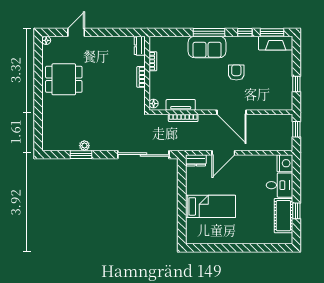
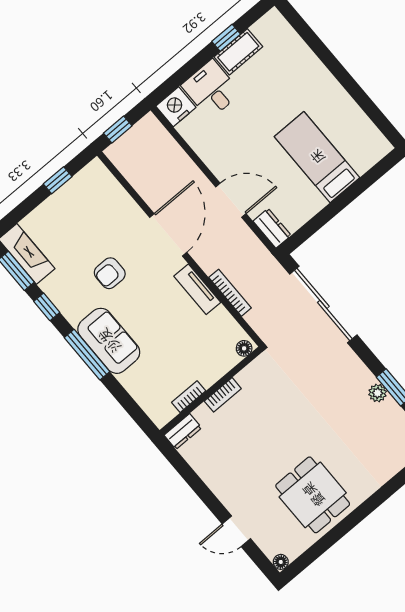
tv unit: (181, 105) -> (197, 289), moved
cot: (283, 216) -> (238, 52), width x0.73, depth x0.75

